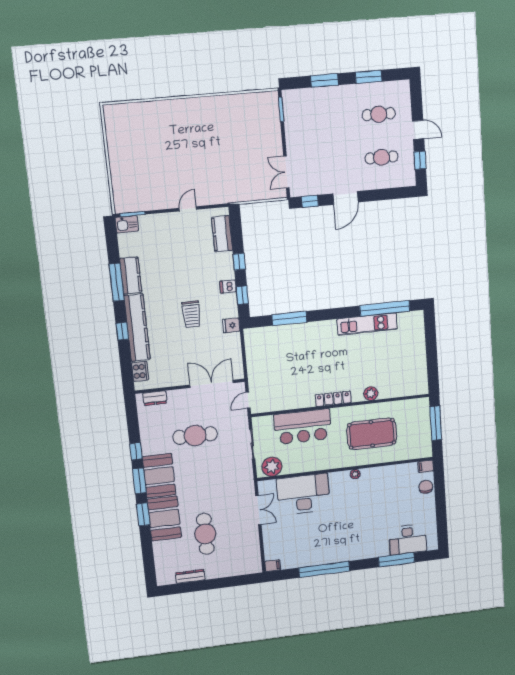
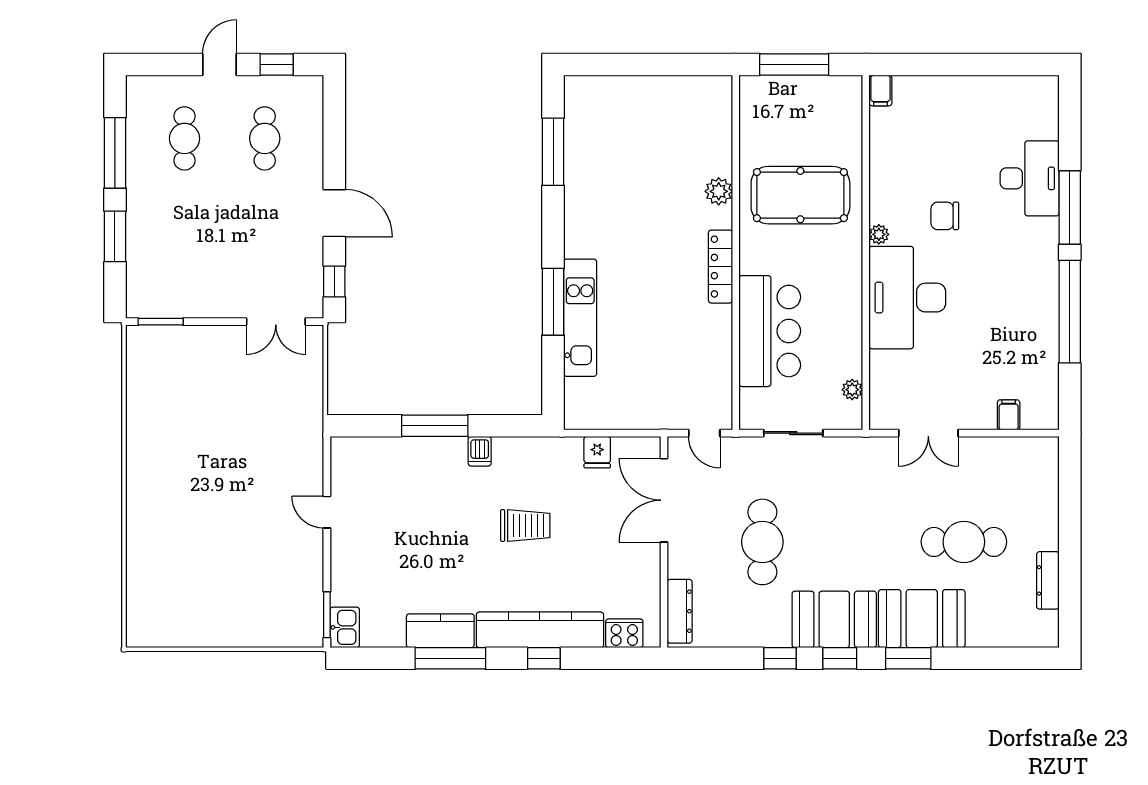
window: (369, 77) -> (115, 153), width x1.44
kitchen counter: (222, 234) -> (379, 453), removed
window: (239, 262) -> (435, 426), width x2.17
window: (242, 295) -> (499, 426), removed
window: (385, 308) -> (553, 152), width x0.68
window: (289, 318) -> (553, 302), moved
kitchen unit: (367, 324) -> (580, 318), moved
fridge: (231, 325) -> (597, 452), moved
dresser: (155, 398) -> (680, 611), width x1.44
pool table: (372, 434) -> (800, 195), turned 90
plant: (272, 467) -> (852, 390), width x0.53, depth x0.53
window: (139, 481) -> (840, 658), width x0.67
chair: (426, 487) -> (945, 216), moved
desk: (303, 494) -> (907, 298), moved
double door: (258, 510) -> (928, 433), swing flipped
desk: (408, 540) -> (1030, 178), moved
window: (397, 560) -> (1070, 208), moved
filing cabinet: (273, 566) -> (1009, 415), moved

